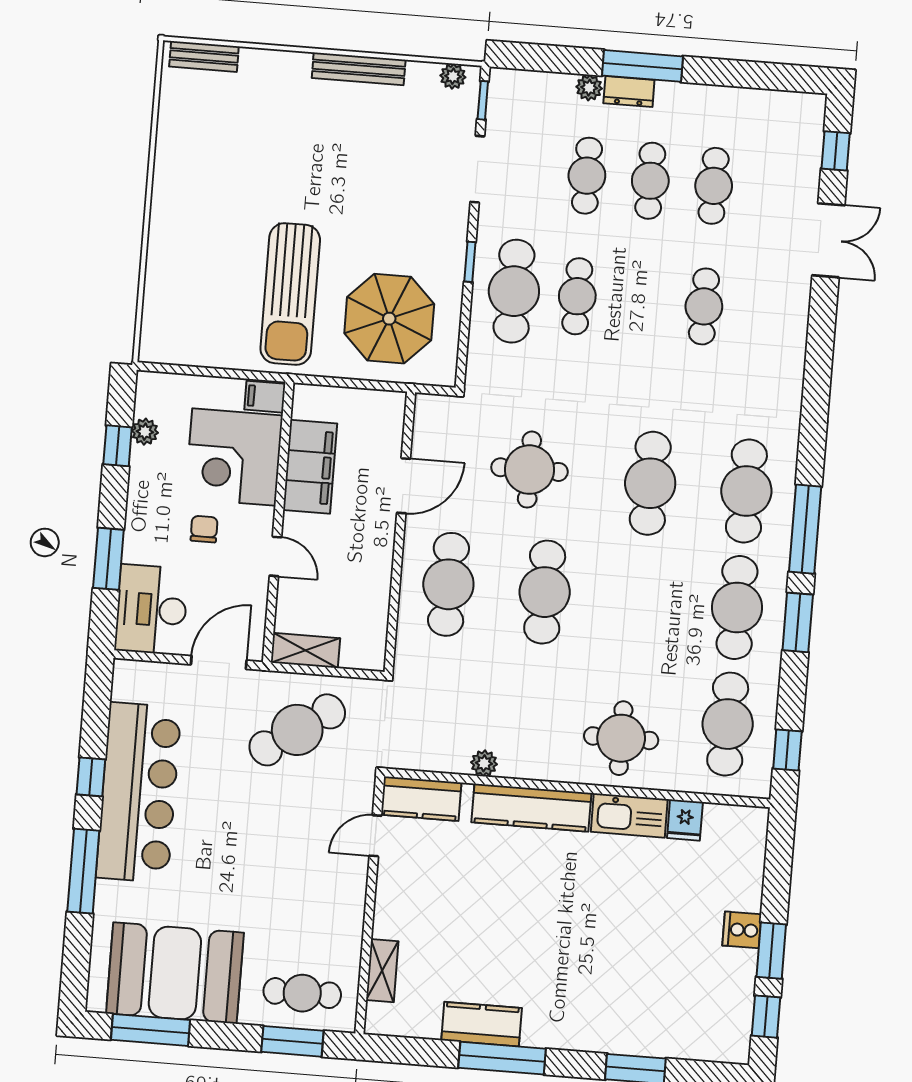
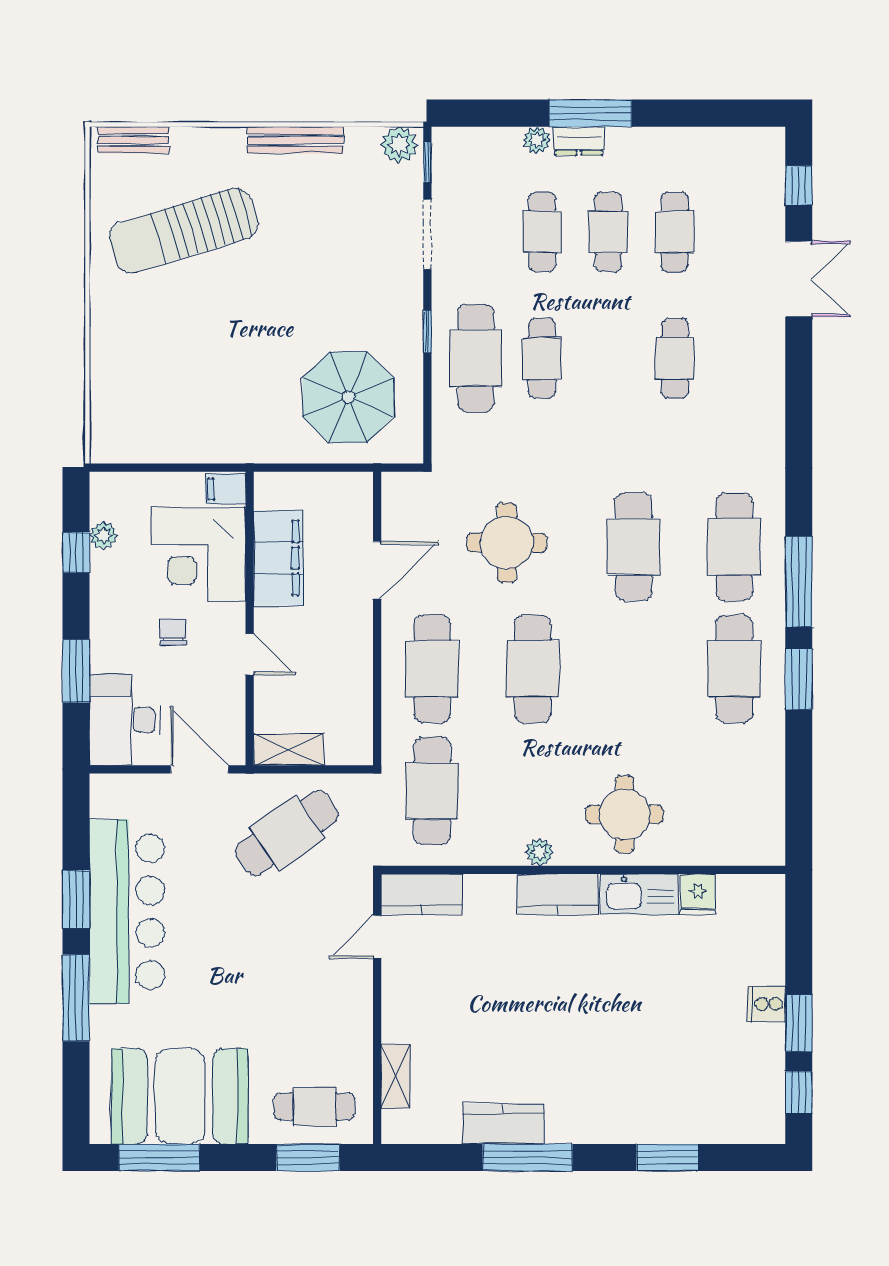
plant: (453, 76) -> (399, 145), width x1.38, depth x1.38
sun lounger: (290, 294) -> (184, 231), moved, turned 73
door: (219, 662) -> (200, 769), hinge flipped
cafe table: (728, 724) -> (432, 791), moved
window: (787, 750) -> (799, 813), removed
plant: (484, 763) -> (540, 852), moved
window: (91, 777) -> (76, 899), width x1.50
kitchen counter: (531, 808) -> (557, 894), width x0.67

